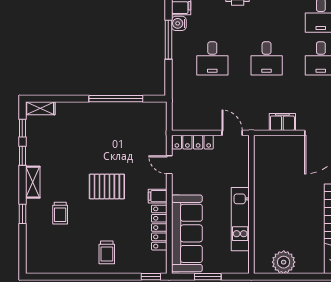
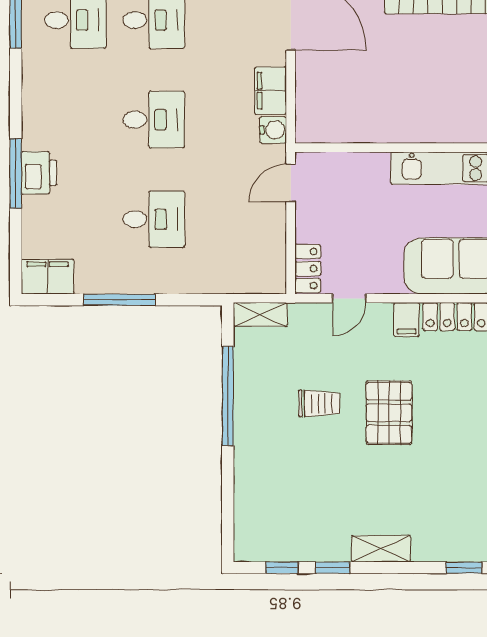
water cooler: (179, 23) -> (273, 130), moved, turned -90
shelving: (40, 108) -> (260, 315), moved, turned 90
locker: (193, 142) -> (308, 269), width x0.66
trolley: (60, 213) -> (319, 404), moved
window: (22, 214) -> (464, 568), moved

